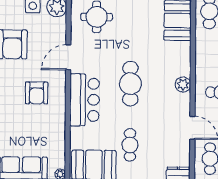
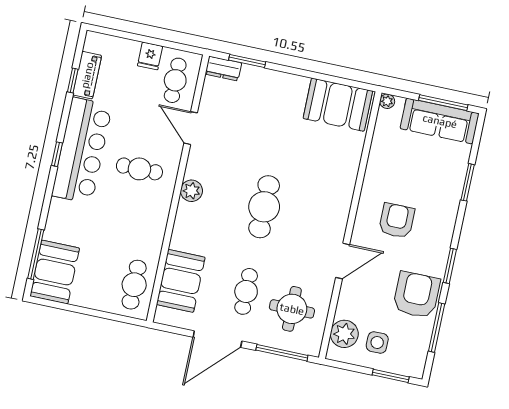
bar counter: (85, 100) -> (332, 197), removed
cafe table: (130, 145) -> (246, 291), moved

